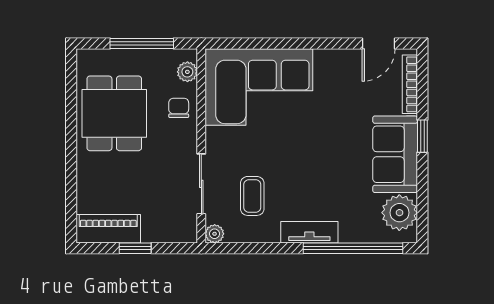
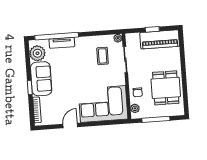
door: (379, 44) -> (70, 125), moved
piano: (108, 229) -> (160, 39), width x1.37, depth x1.33
tv unit: (309, 232) -> (62, 43), moved

